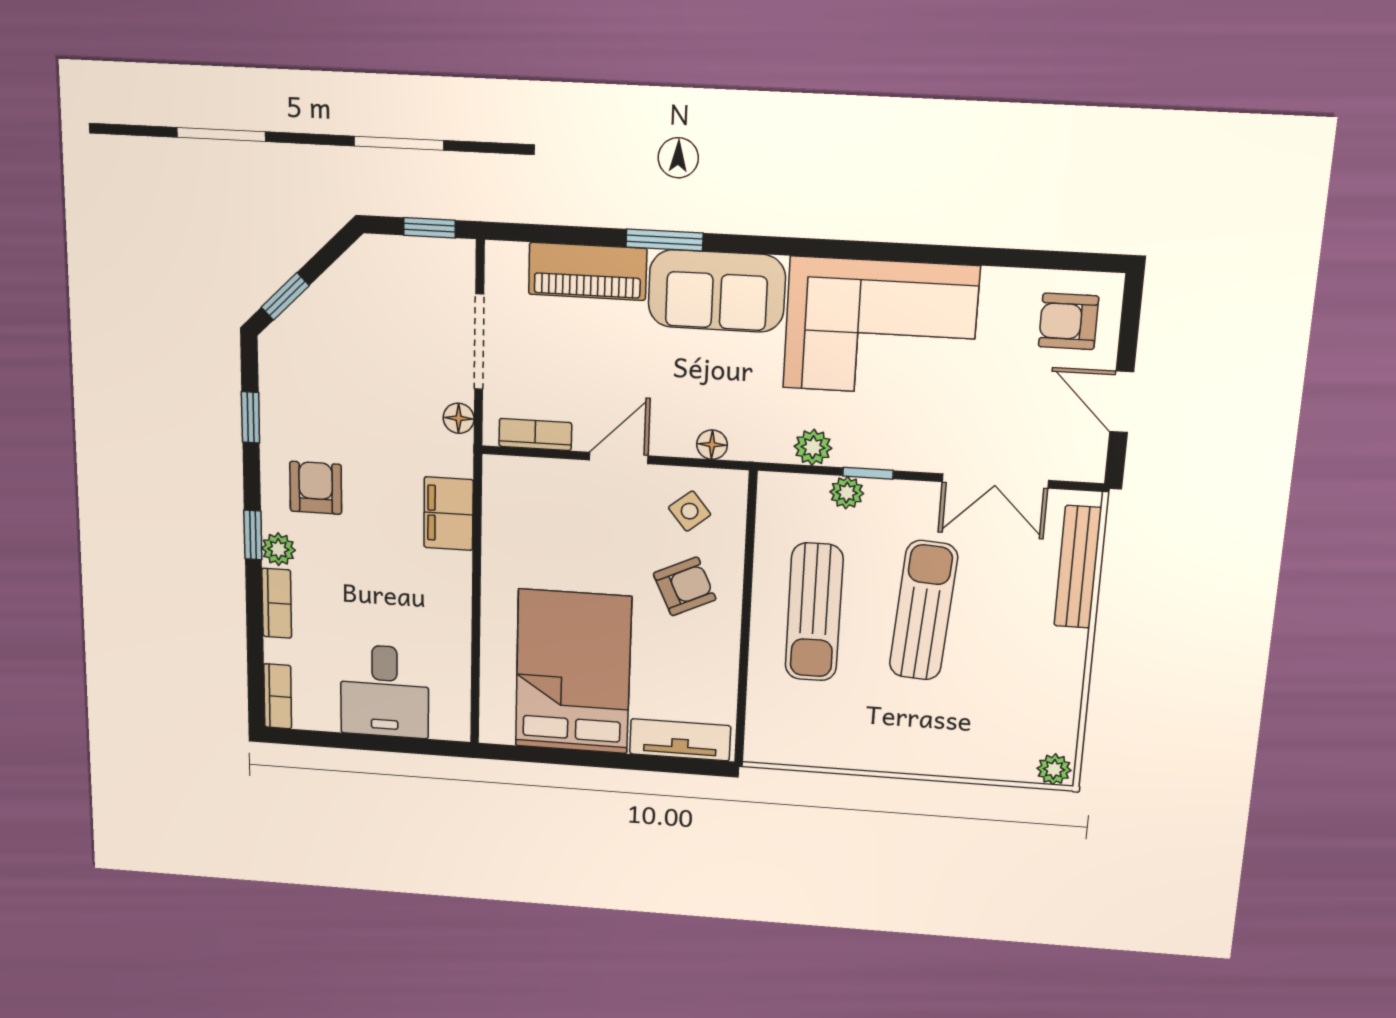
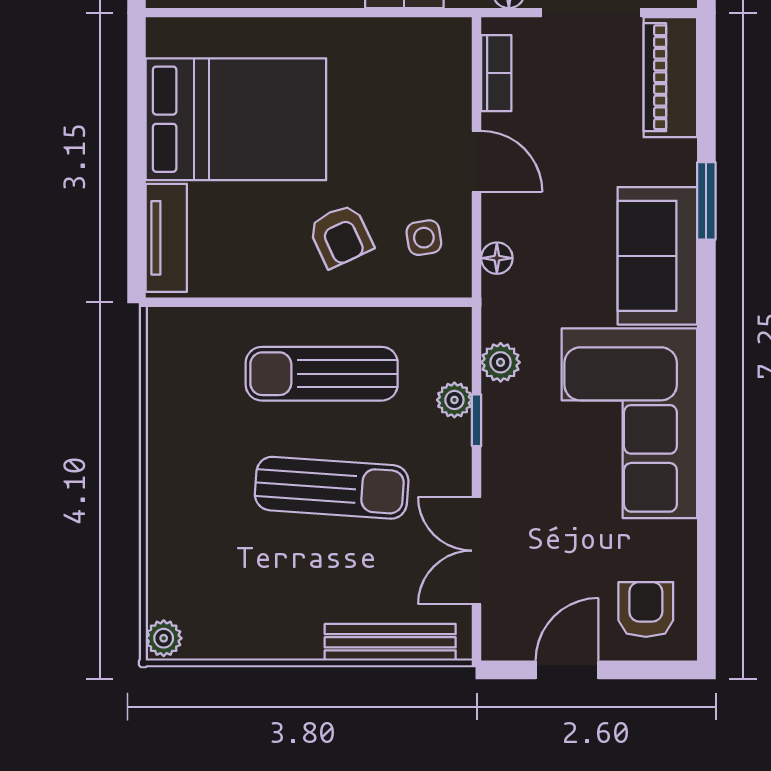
piano: (588, 271) -> (670, 77), moved
side table: (690, 511) -> (424, 238), turned 30

